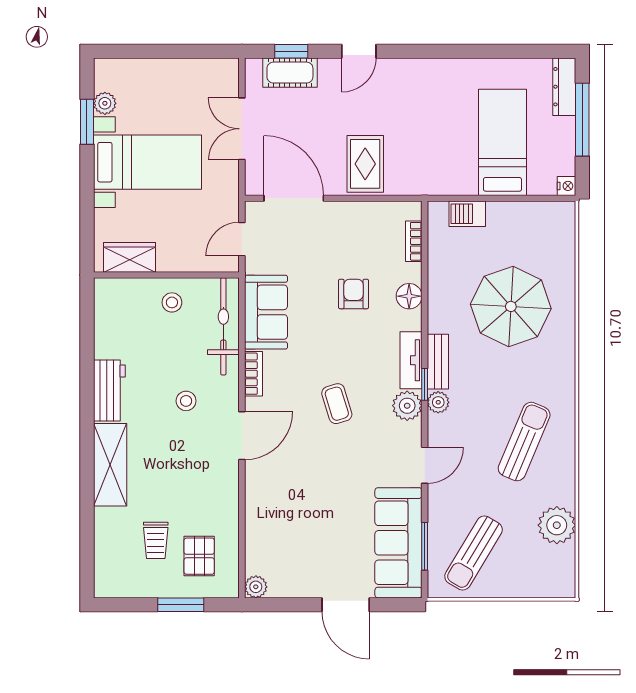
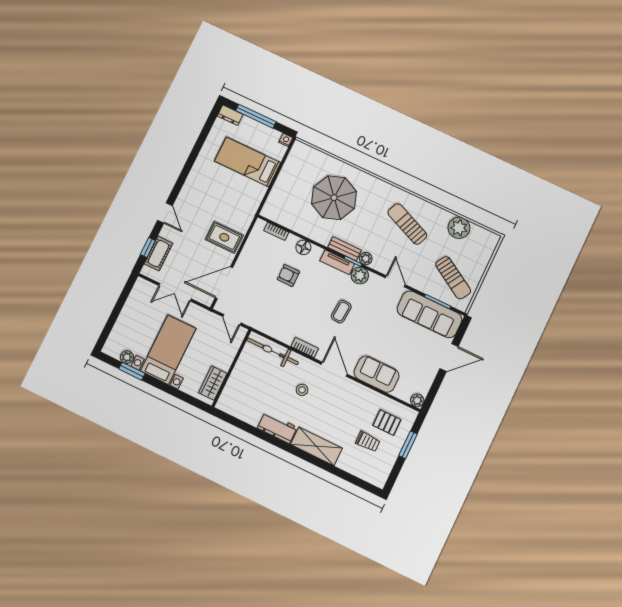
dresser: (564, 87) -> (230, 115), width x0.70
barbecue: (467, 214) -> (275, 197), removed
stool: (172, 302) -> (247, 372), removed
sofa: (266, 312) -> (377, 374), moved
coffee table: (337, 404) -> (341, 312), turned -69

